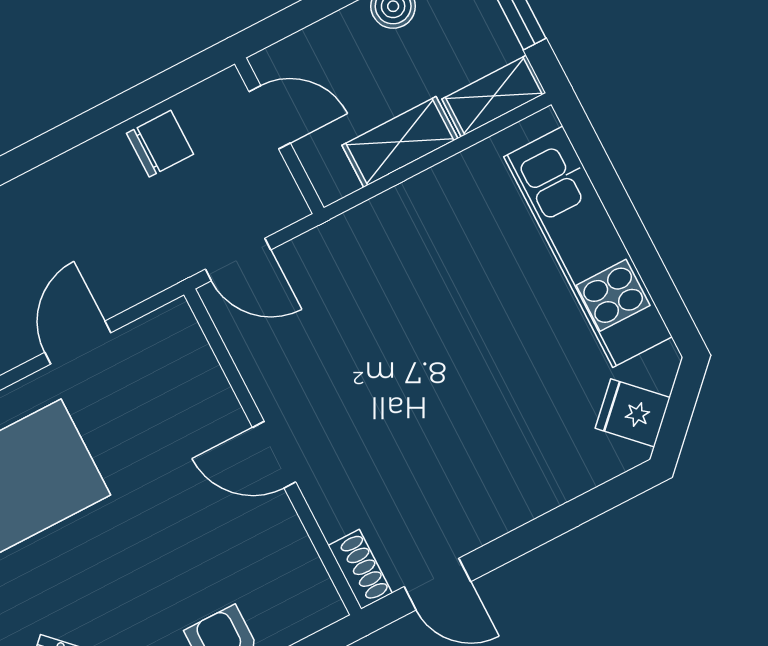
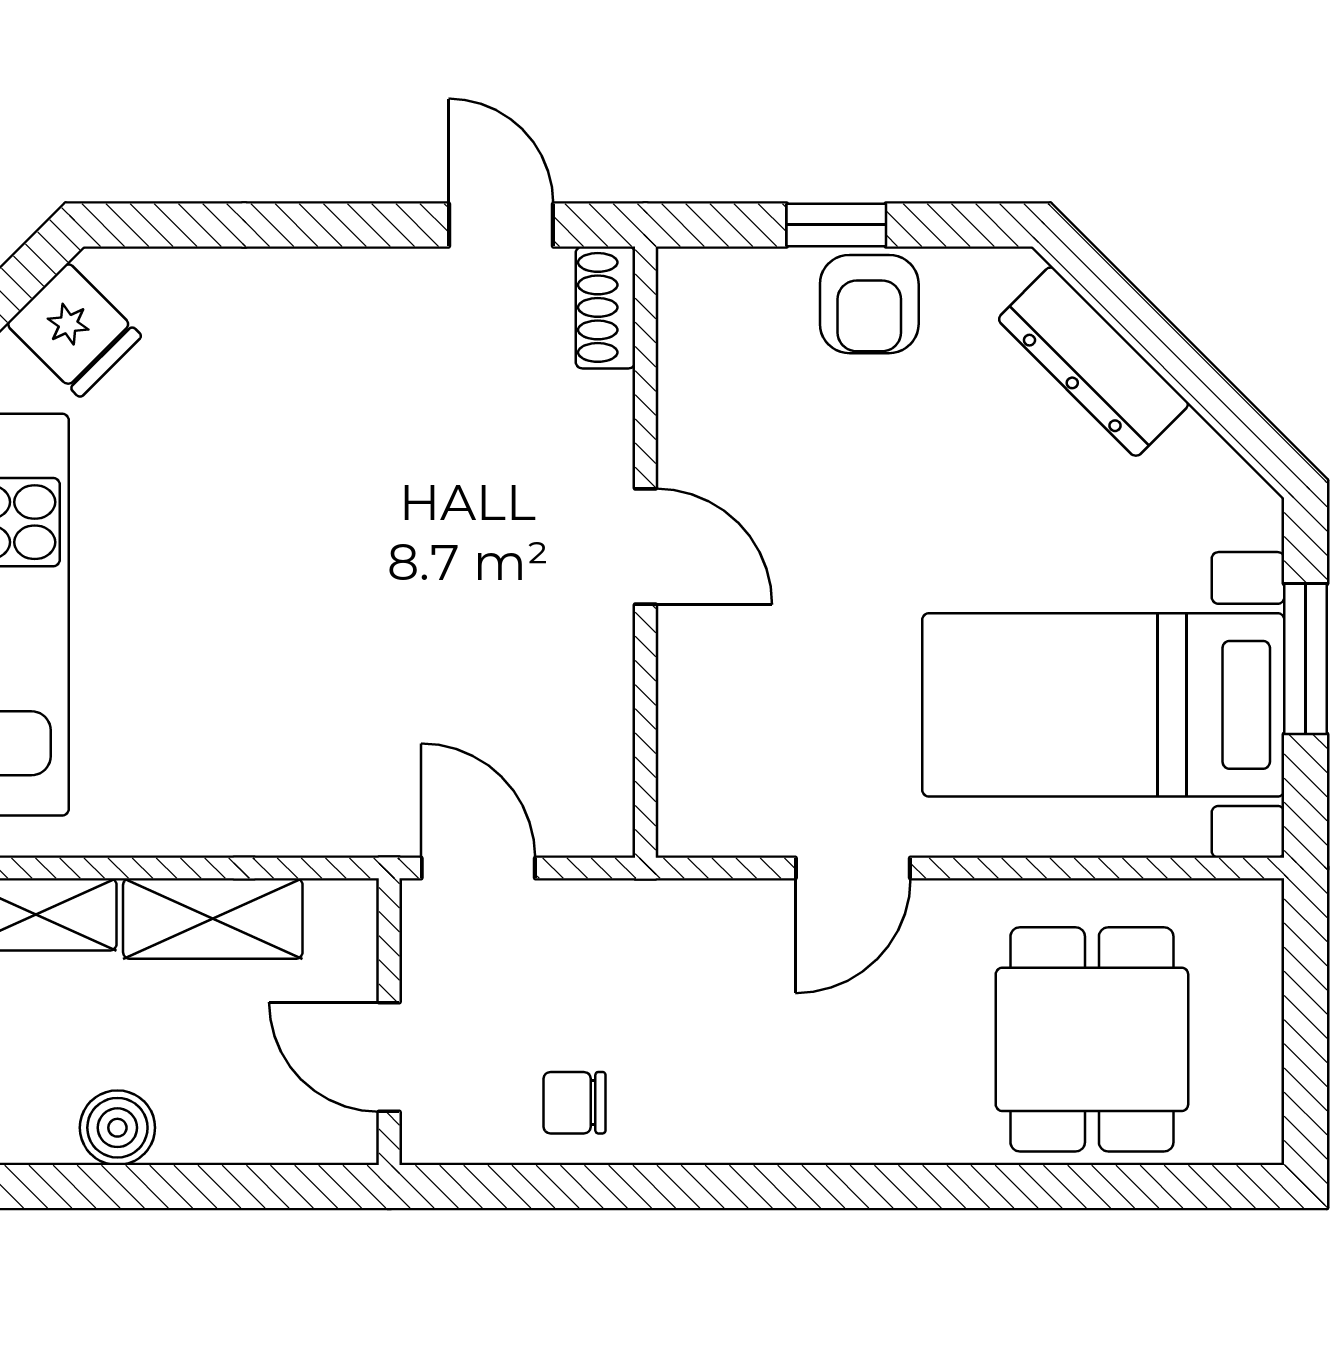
chair: (160, 144) -> (575, 1103), width x0.73, depth x0.73
door: (238, 259) -> (478, 868), moved

